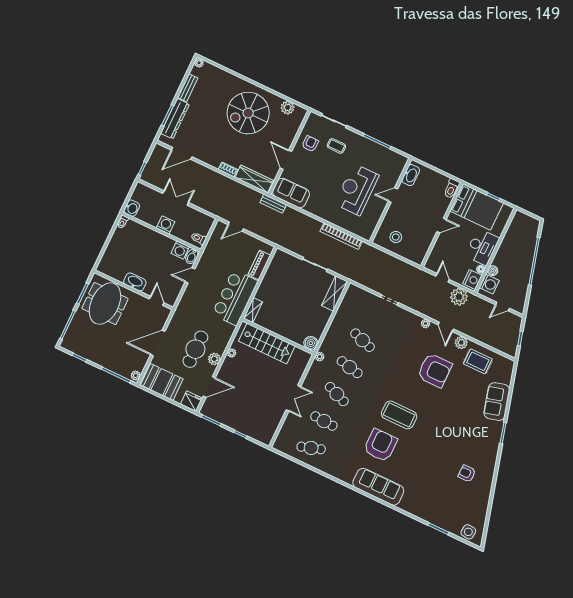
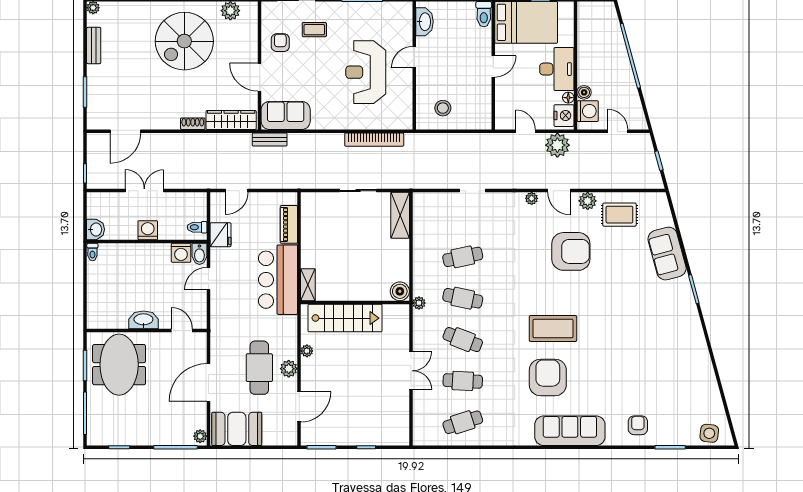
dresser: (175, 119) -> (96, 92), removed
door: (503, 307) -> (618, 131), swing flipped
cafe table: (362, 340) -> (463, 257), turned -30
fridge: (191, 401) -> (221, 235), moved, turned 90
armchair: (467, 473) -> (638, 425), moved, turned 90

